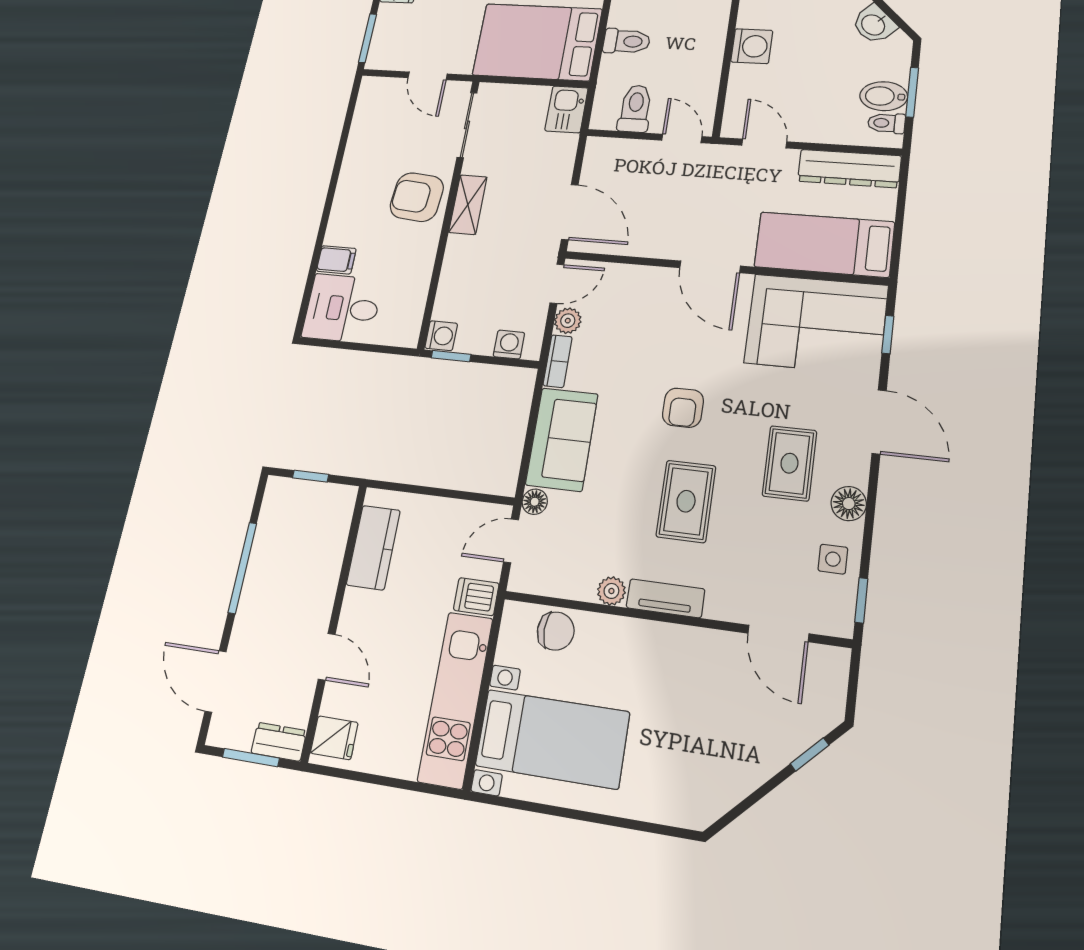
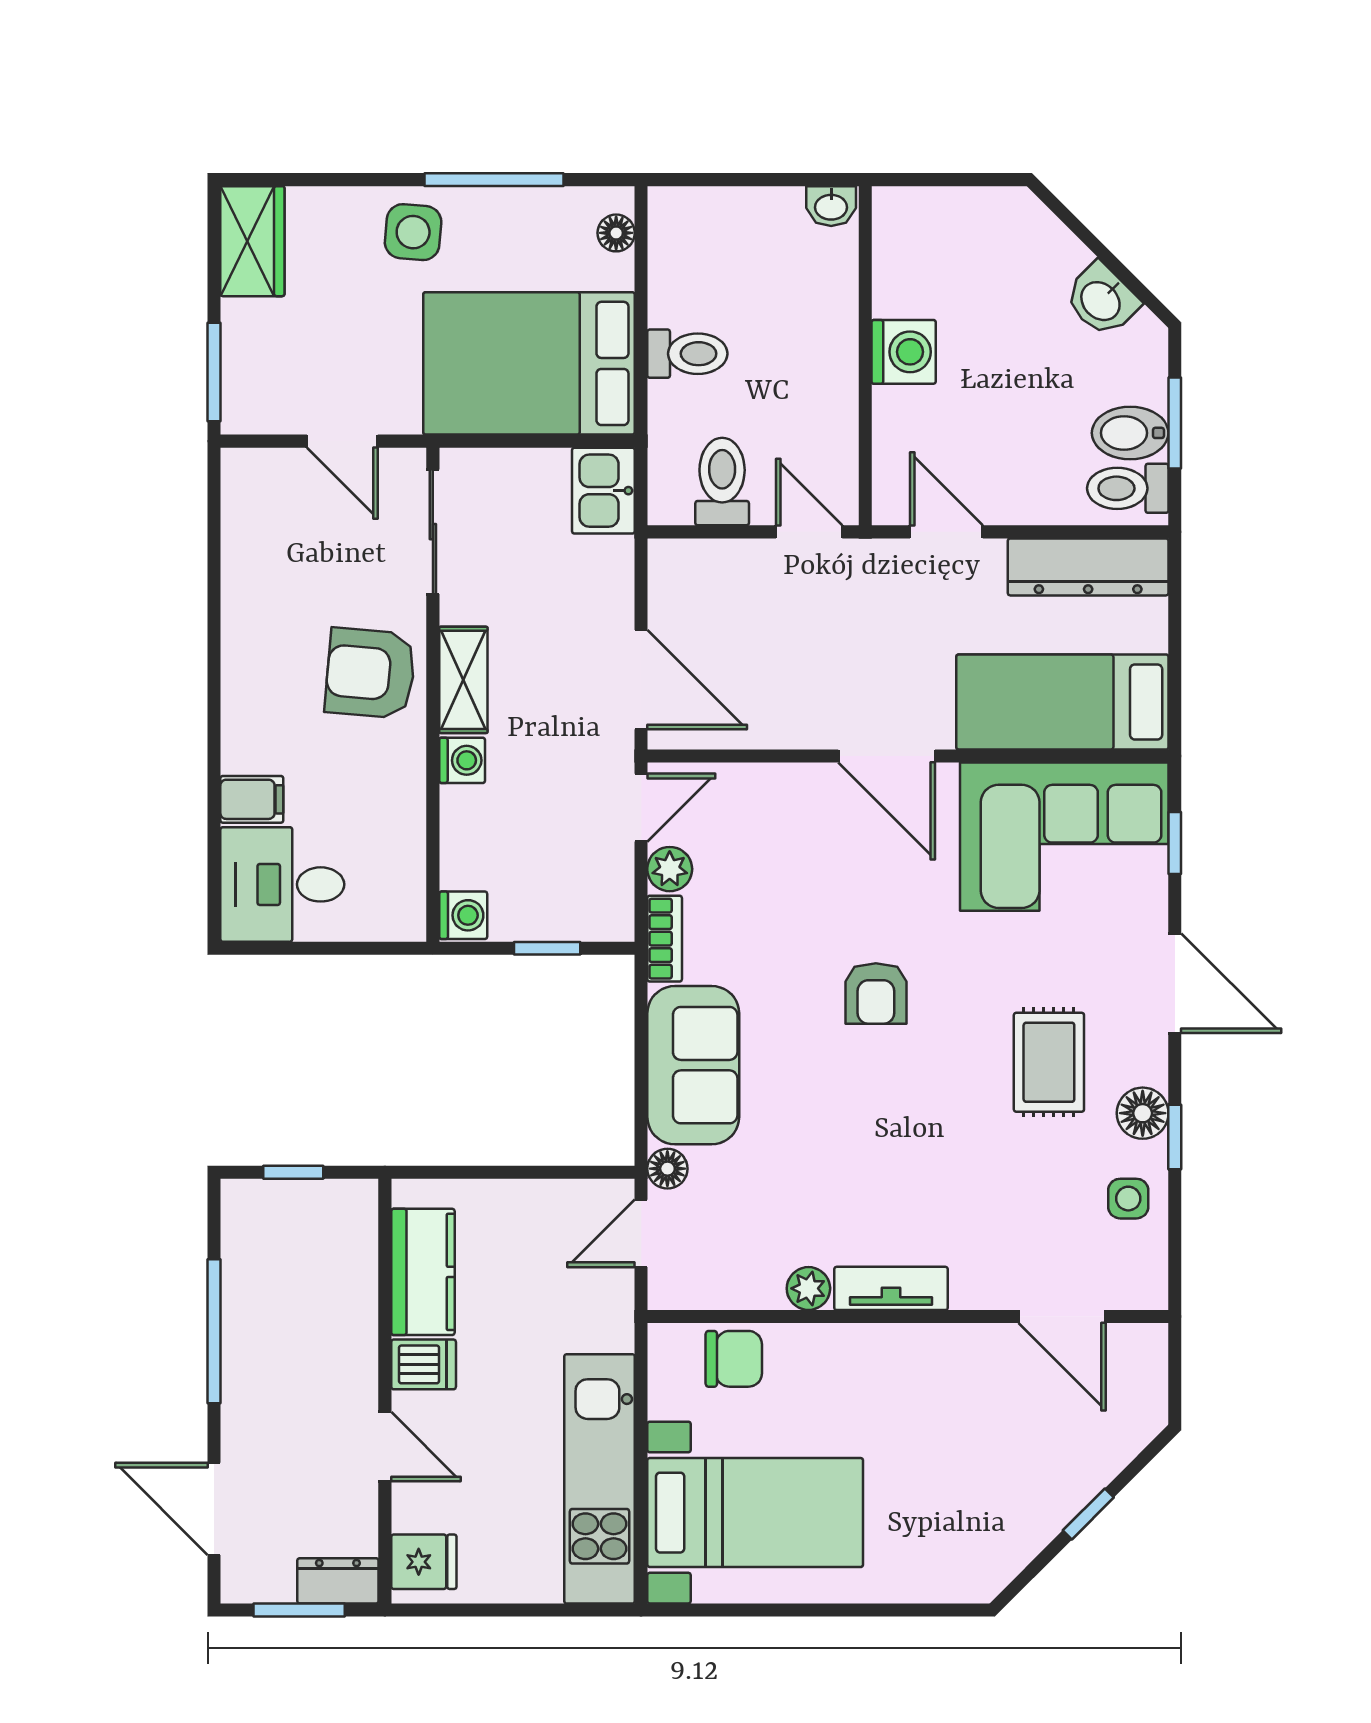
toilet: (886, 123) -> (1128, 488), width x1.37, depth x1.39
washing machine: (509, 345) -> (462, 760), moved, turned 90
window: (451, 356) -> (547, 948), moved
rug: (686, 501) -> (901, 1139), removed
dishwasher: (476, 597) -> (424, 1364), moved, turned 180
window: (861, 600) -> (1175, 1137), moved
window: (810, 754) -> (1088, 1514), moved

